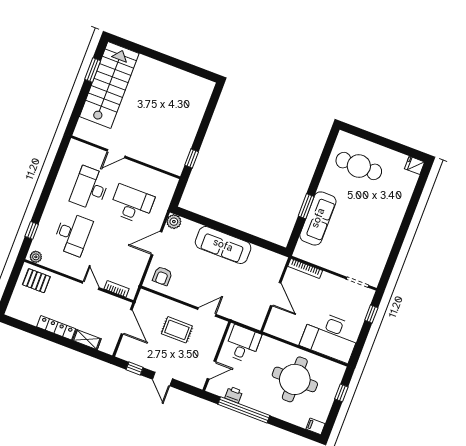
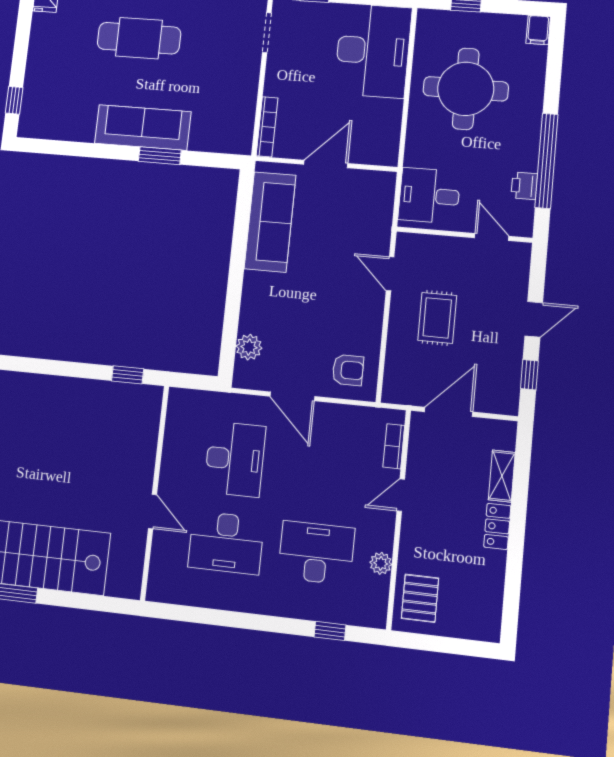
window: (361, 133) -> (14, 100), added
cafe table: (359, 166) -> (139, 38), moved, turned 90
desk: (132, 204) -> (235, 459), turned 180
sofa: (318, 218) -> (143, 127), moved
plant: (174, 222) -> (249, 347), moved
sofa: (223, 245) -> (270, 222), moved
plant: (36, 257) -> (381, 563), moved
locker: (56, 328) -> (497, 526), width x0.66

